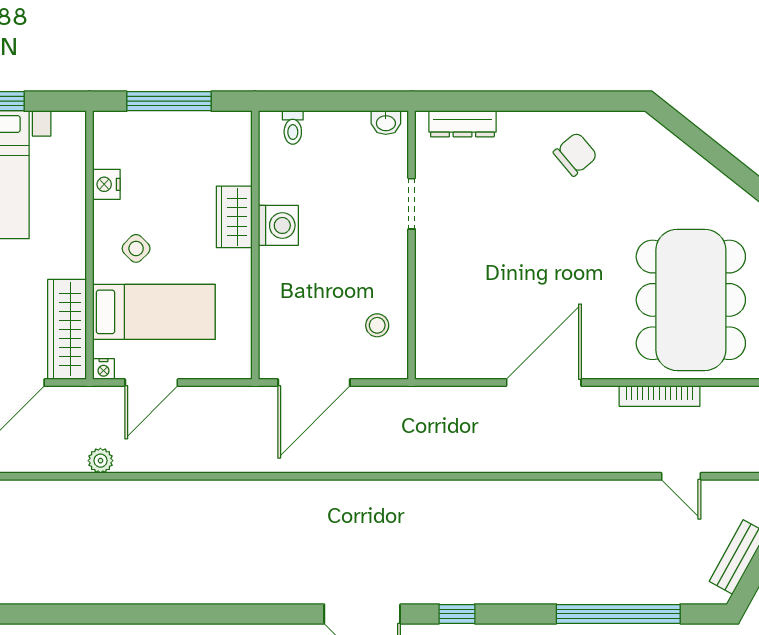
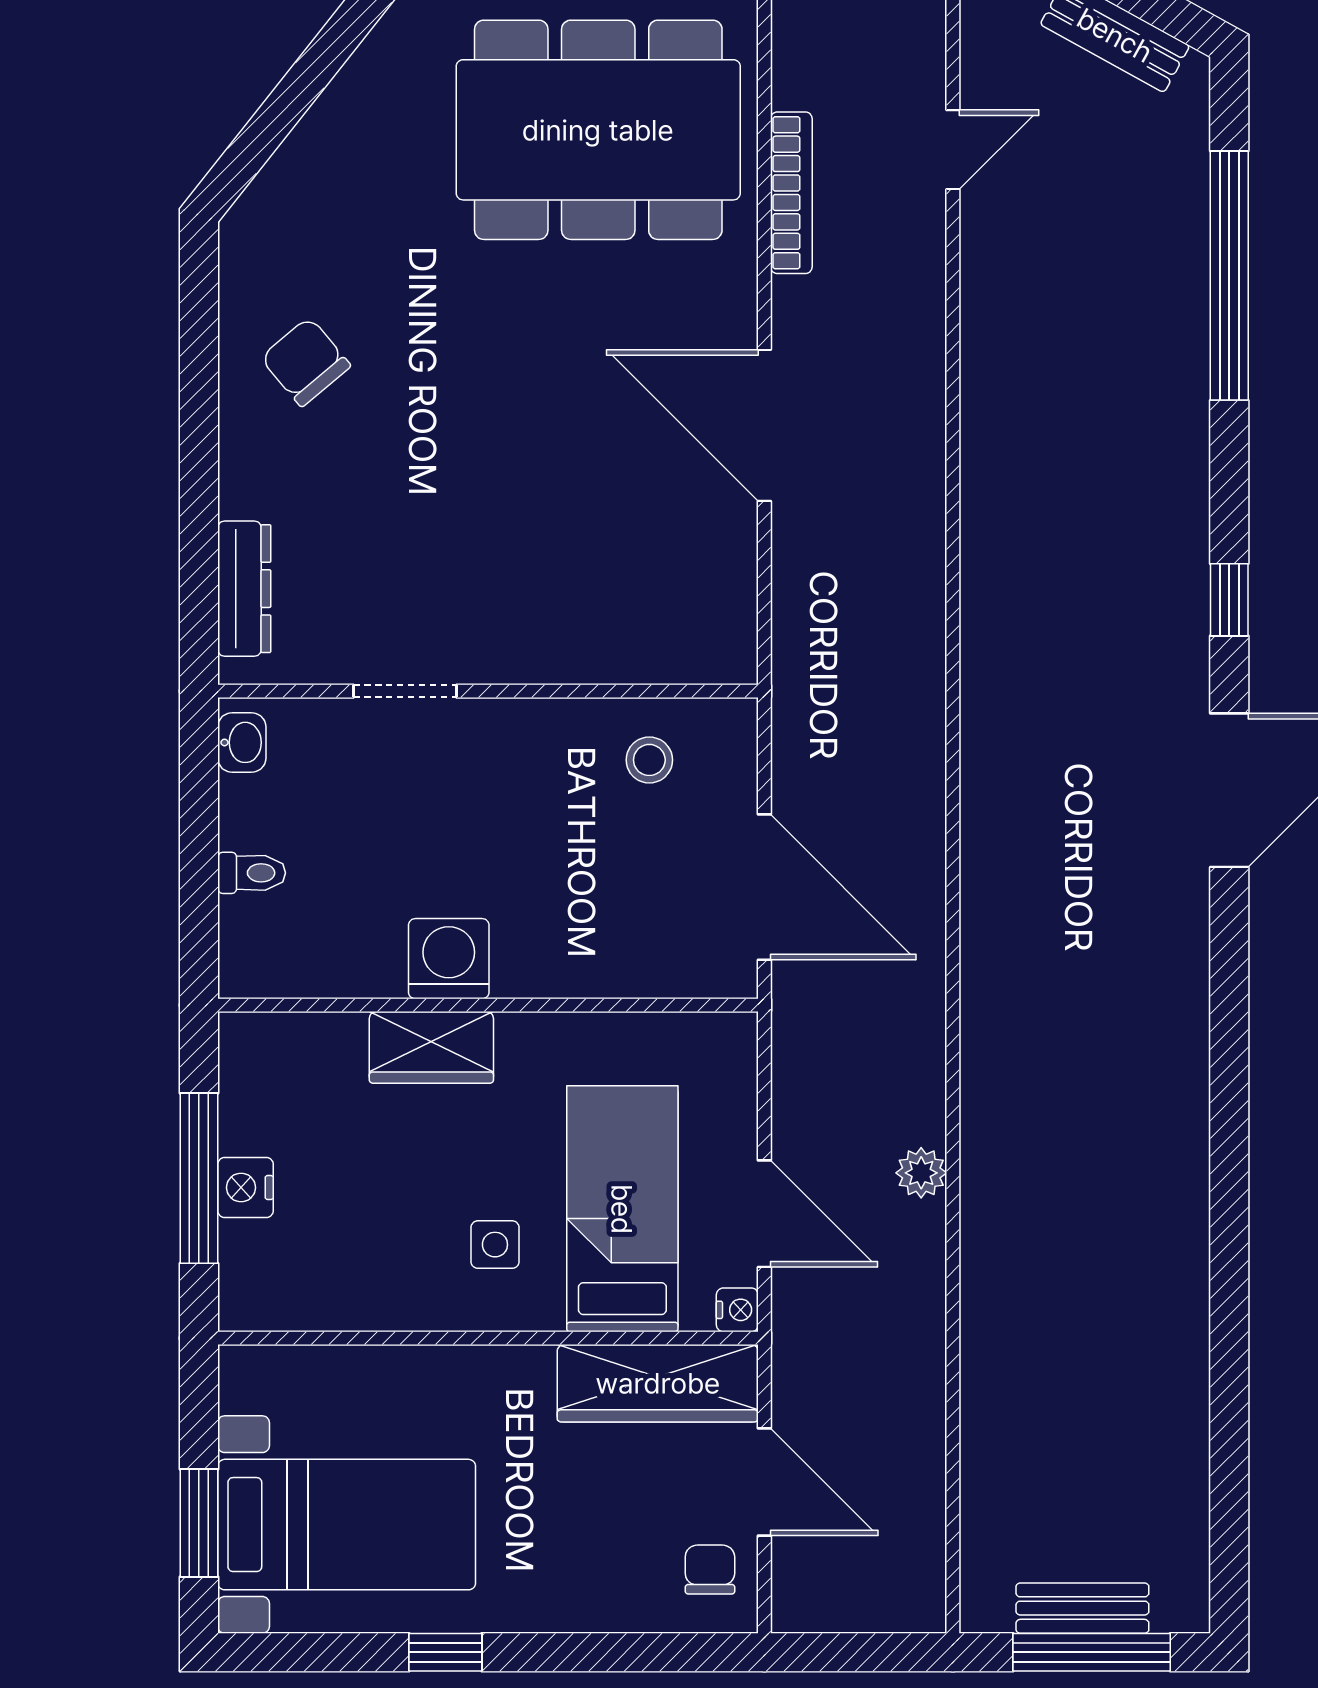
toilet: (293, 127) -> (252, 873), moved
nightstand: (106, 184) -> (245, 1188), moved, turned 90
side table: (136, 248) -> (495, 1245), turned 45
plant: (100, 461) -> (921, 1173), moved

